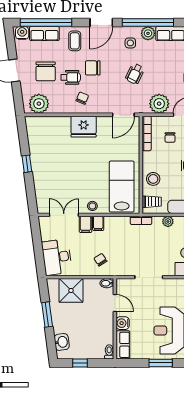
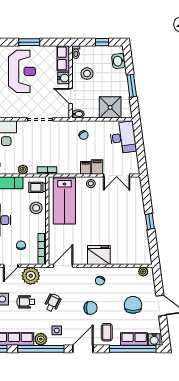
wheelchair: (71, 77) -> (26, 302), moved
plant: (39, 104) -> (143, 272), width x0.53, depth x0.53
stool: (97, 328) -> (87, 74), added

